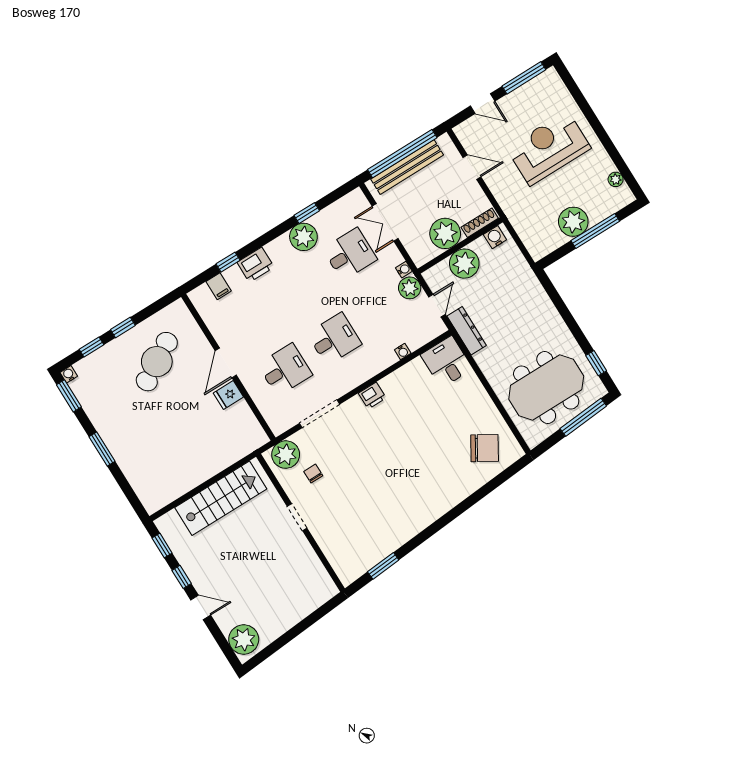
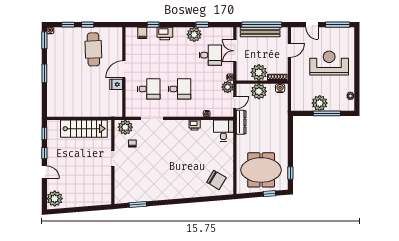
door: (472, 167) -> (289, 50), hinge flipped
cafe table: (157, 362) -> (93, 49), turned -61
printer: (372, 396) -> (195, 125), moved
window: (583, 417) -> (269, 194), width x0.46

